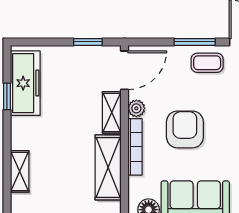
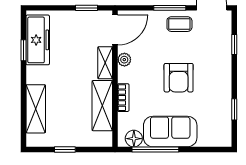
armchair: (185, 129) -> (179, 78), moved, turned 180
bookcase: (135, 147) -> (123, 98), width x0.64
shelving: (20, 171) -> (36, 109), width x1.50, depth x1.33

